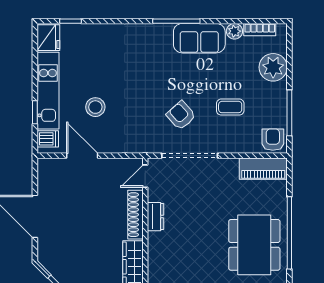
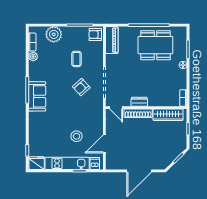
sofa: (199, 38) -> (37, 96), moved

